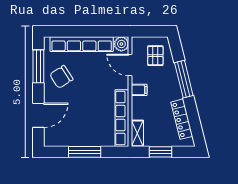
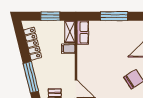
filing cabinet: (139, 90) -> (68, 49), moved
row of seats: (122, 118) -> (83, 32), width x0.50

